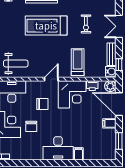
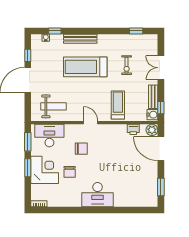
door: (51, 79) -> (91, 123), hinge flipped
corner desk: (72, 94) -> (112, 138), removed
filing cabinet: (109, 123) -> (151, 169), removed
filing cabinet: (78, 154) -> (119, 200), removed

